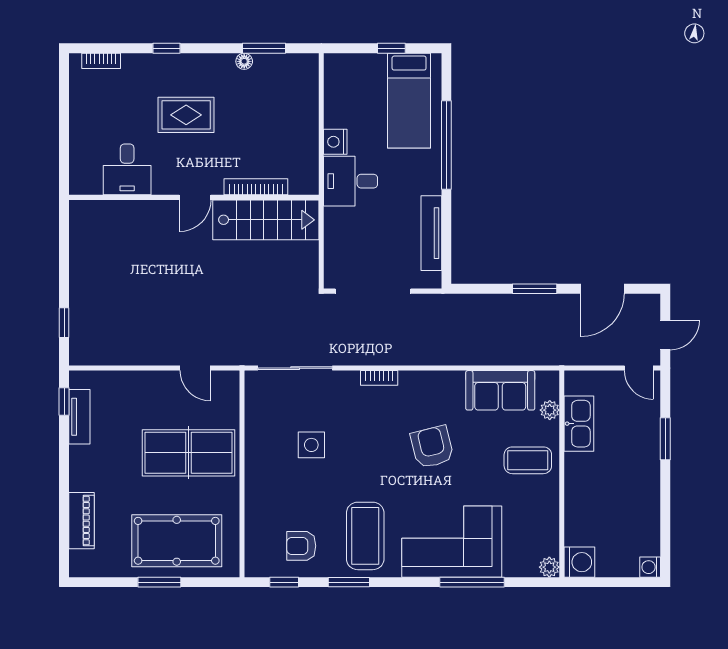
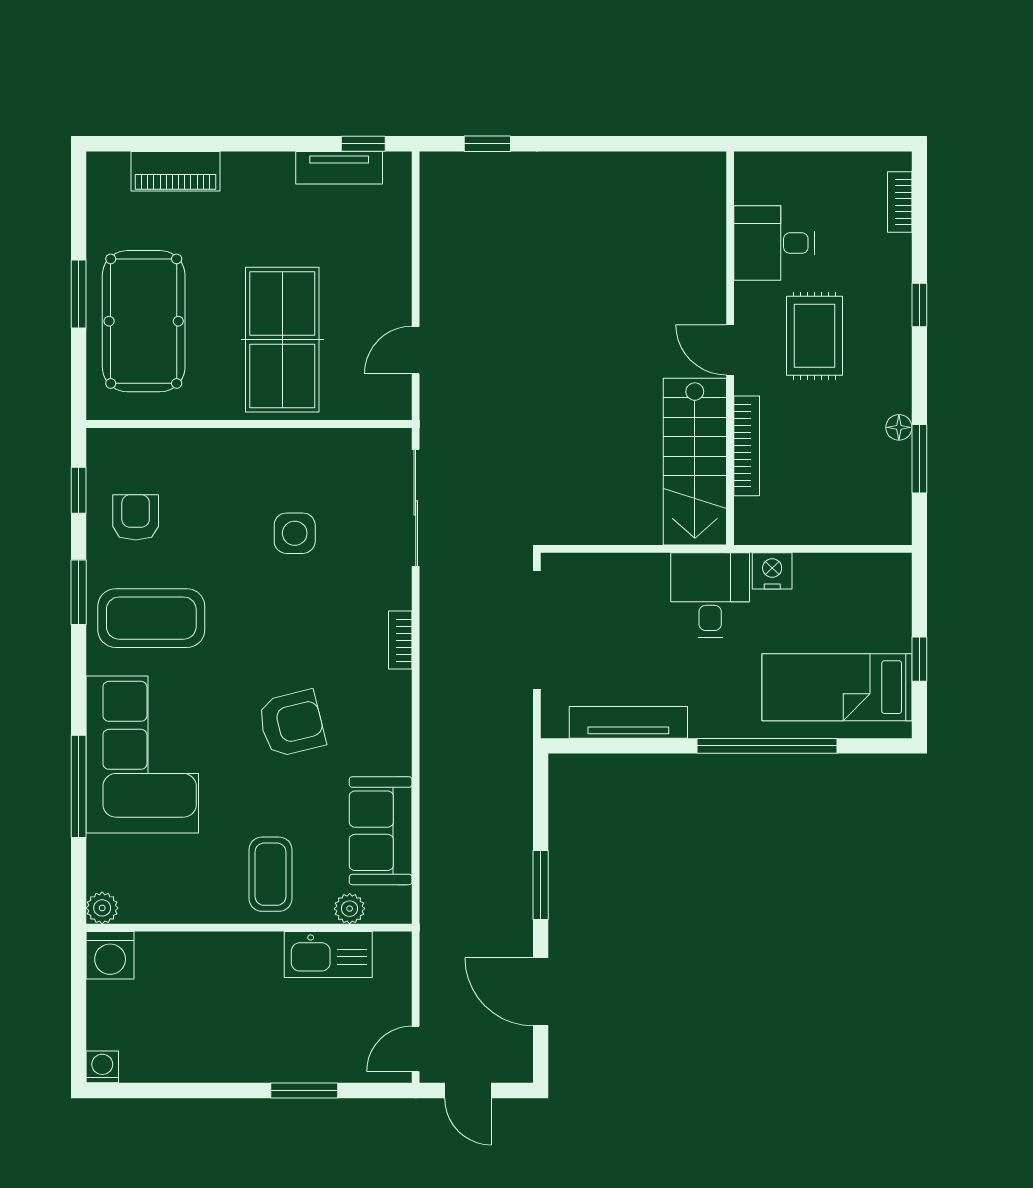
desk: (127, 169) -> (774, 243), moved
bookcase: (256, 187) -> (747, 446), moved
wall: (194, 197) -> (730, 348), moved
door: (195, 197) -> (730, 350), moved
stairs: (266, 220) -> (695, 462), moved

